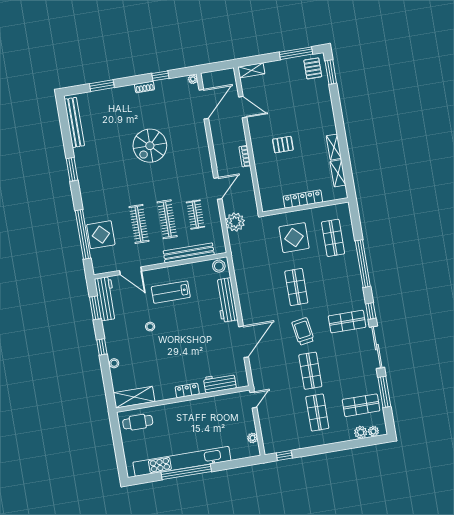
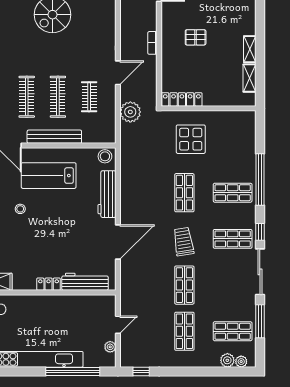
locker: (303, 199) -> (182, 99), moved
shop shelf: (333, 238) -> (233, 193), moved, turned 90
bench: (189, 253) -> (54, 137), moved
lab bench: (171, 292) -> (49, 176), width x1.36, depth x1.39
workbench: (220, 383) -> (85, 282), width x1.37
door: (253, 400) -> (118, 325), moved
window: (186, 472) -> (73, 371), moved

